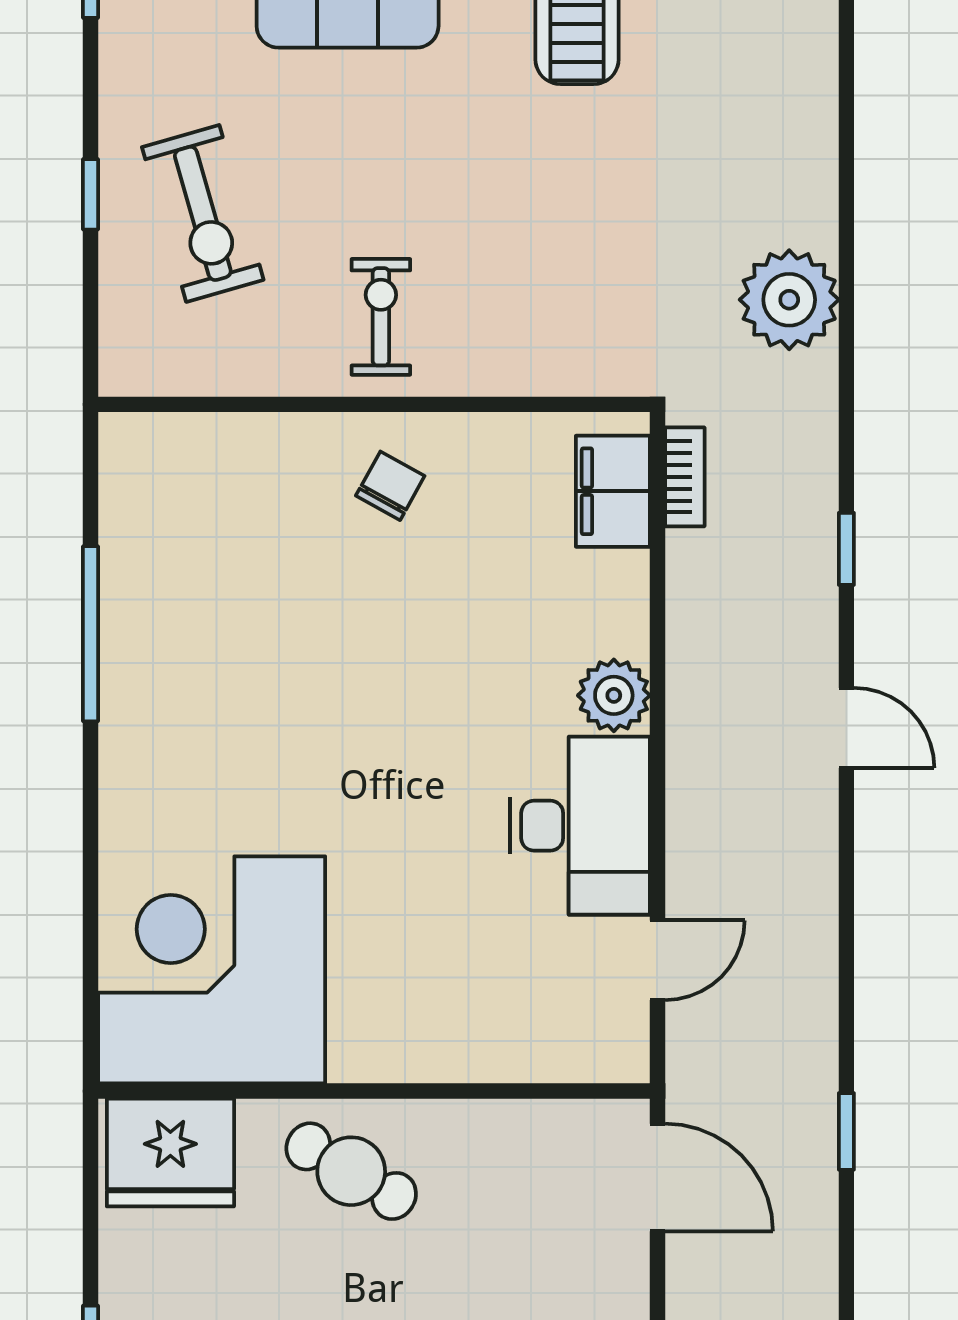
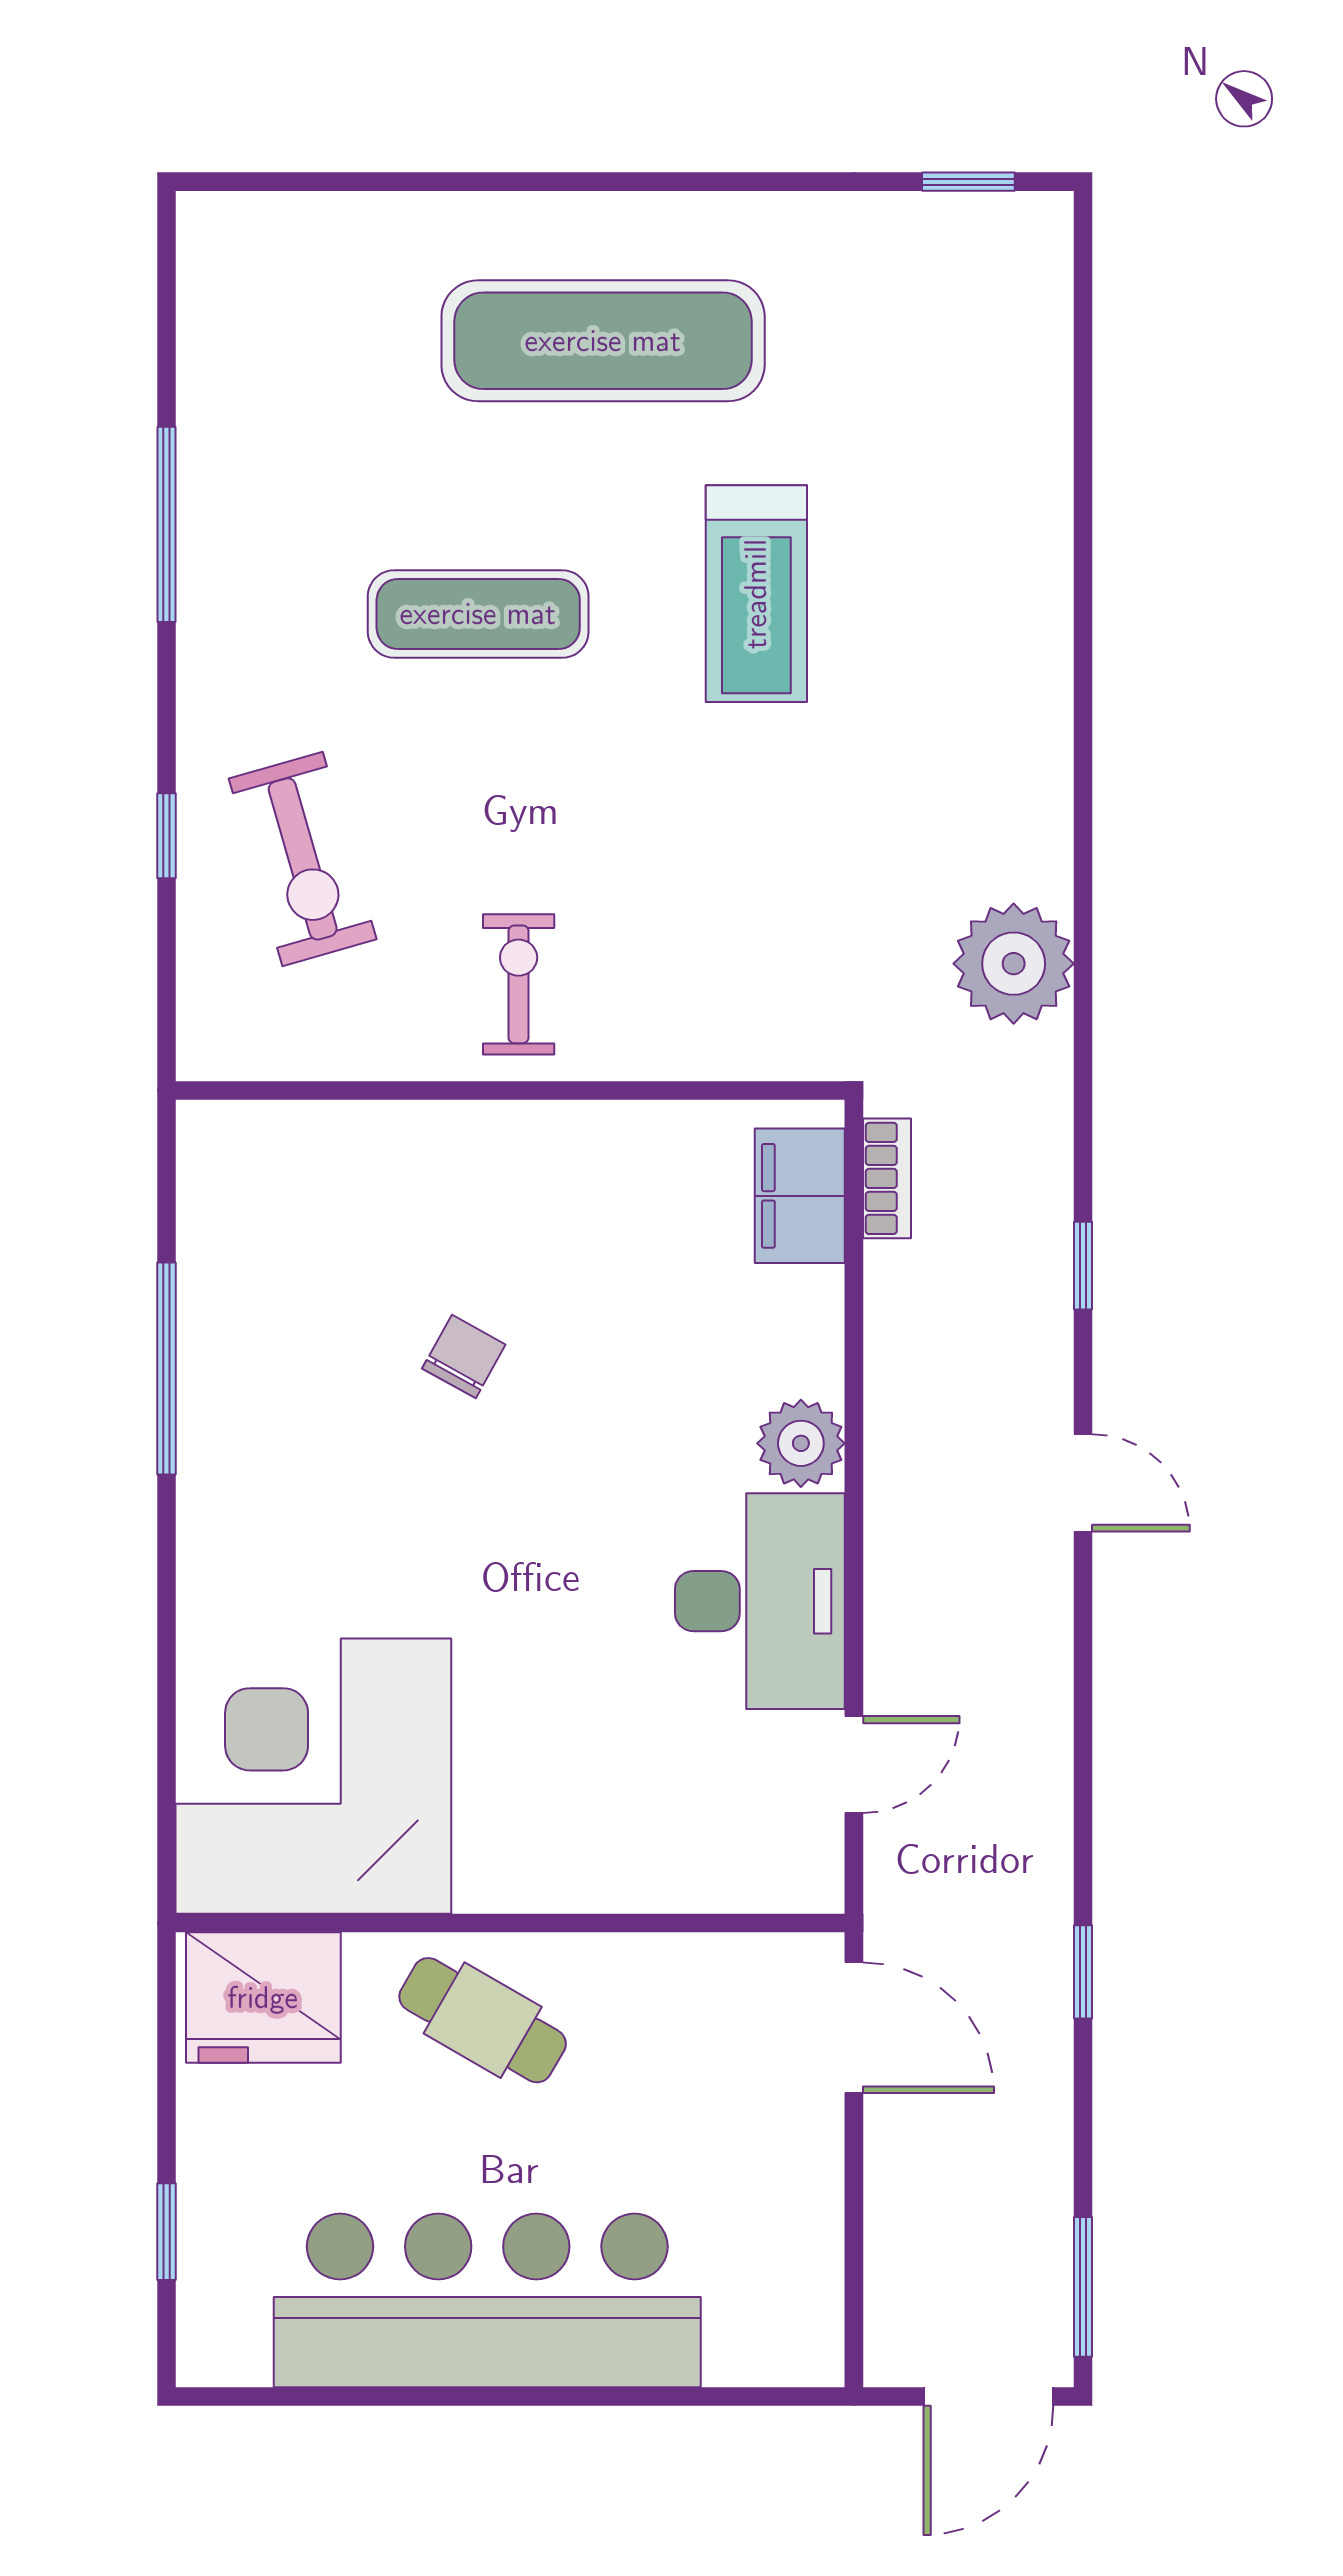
chair: (390, 486) -> (464, 1357), moved

